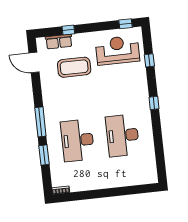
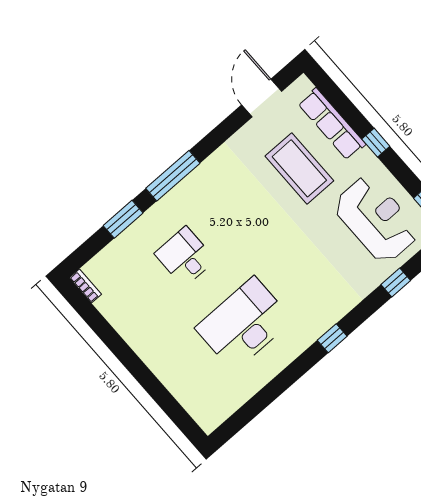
window: (68, 30) -> (376, 143), moved
row of seats: (59, 42) -> (332, 124), width x1.48
desk: (77, 140) -> (185, 257), width x0.53, depth x0.77

